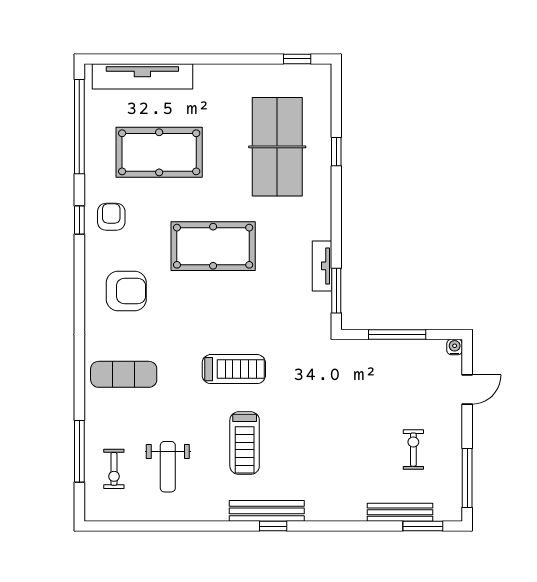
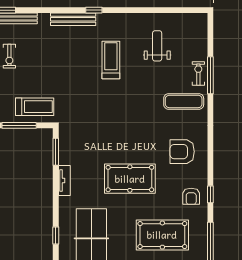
tv unit: (322, 266) -> (64, 180), moved
treadmill: (234, 369) -> (35, 107), moved, turned 180
window: (79, 451) -> (210, 75), moved
exercise bike: (114, 469) -> (198, 73), moved
bench: (267, 511) -> (73, 19), moved

